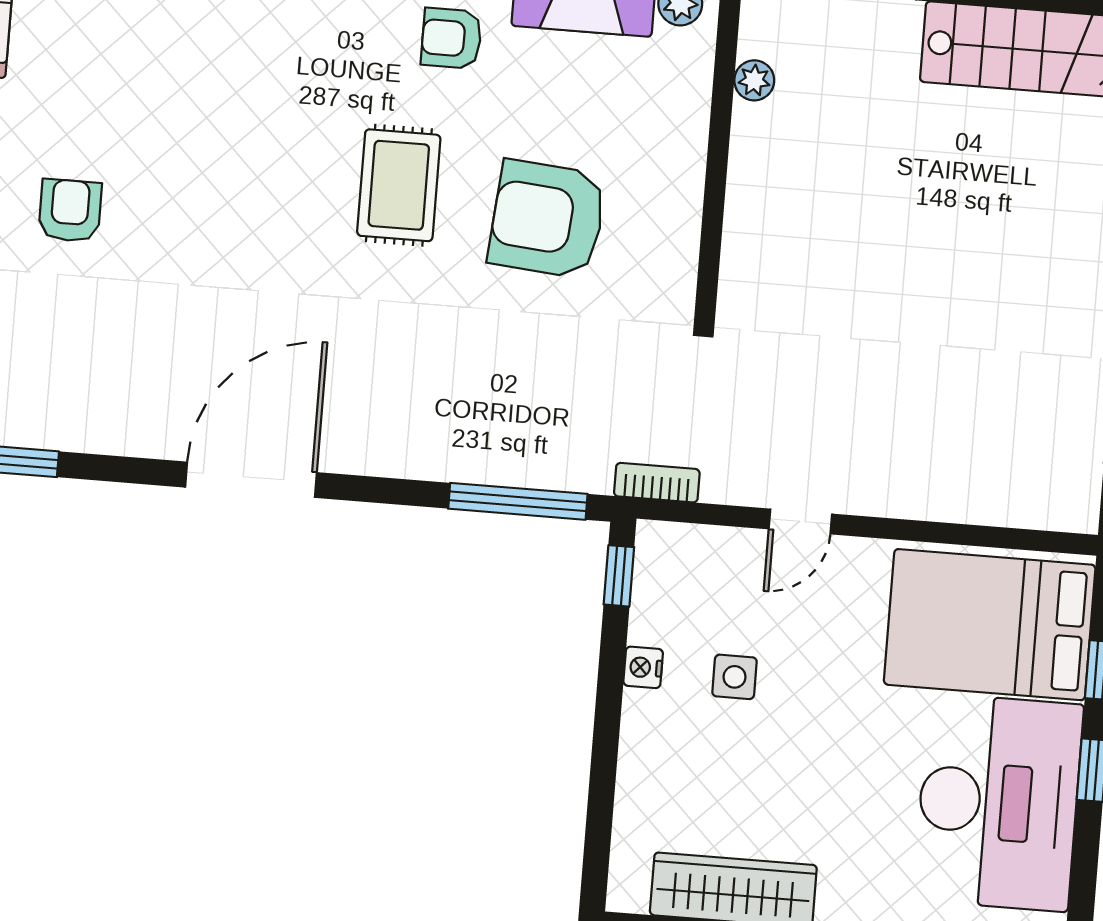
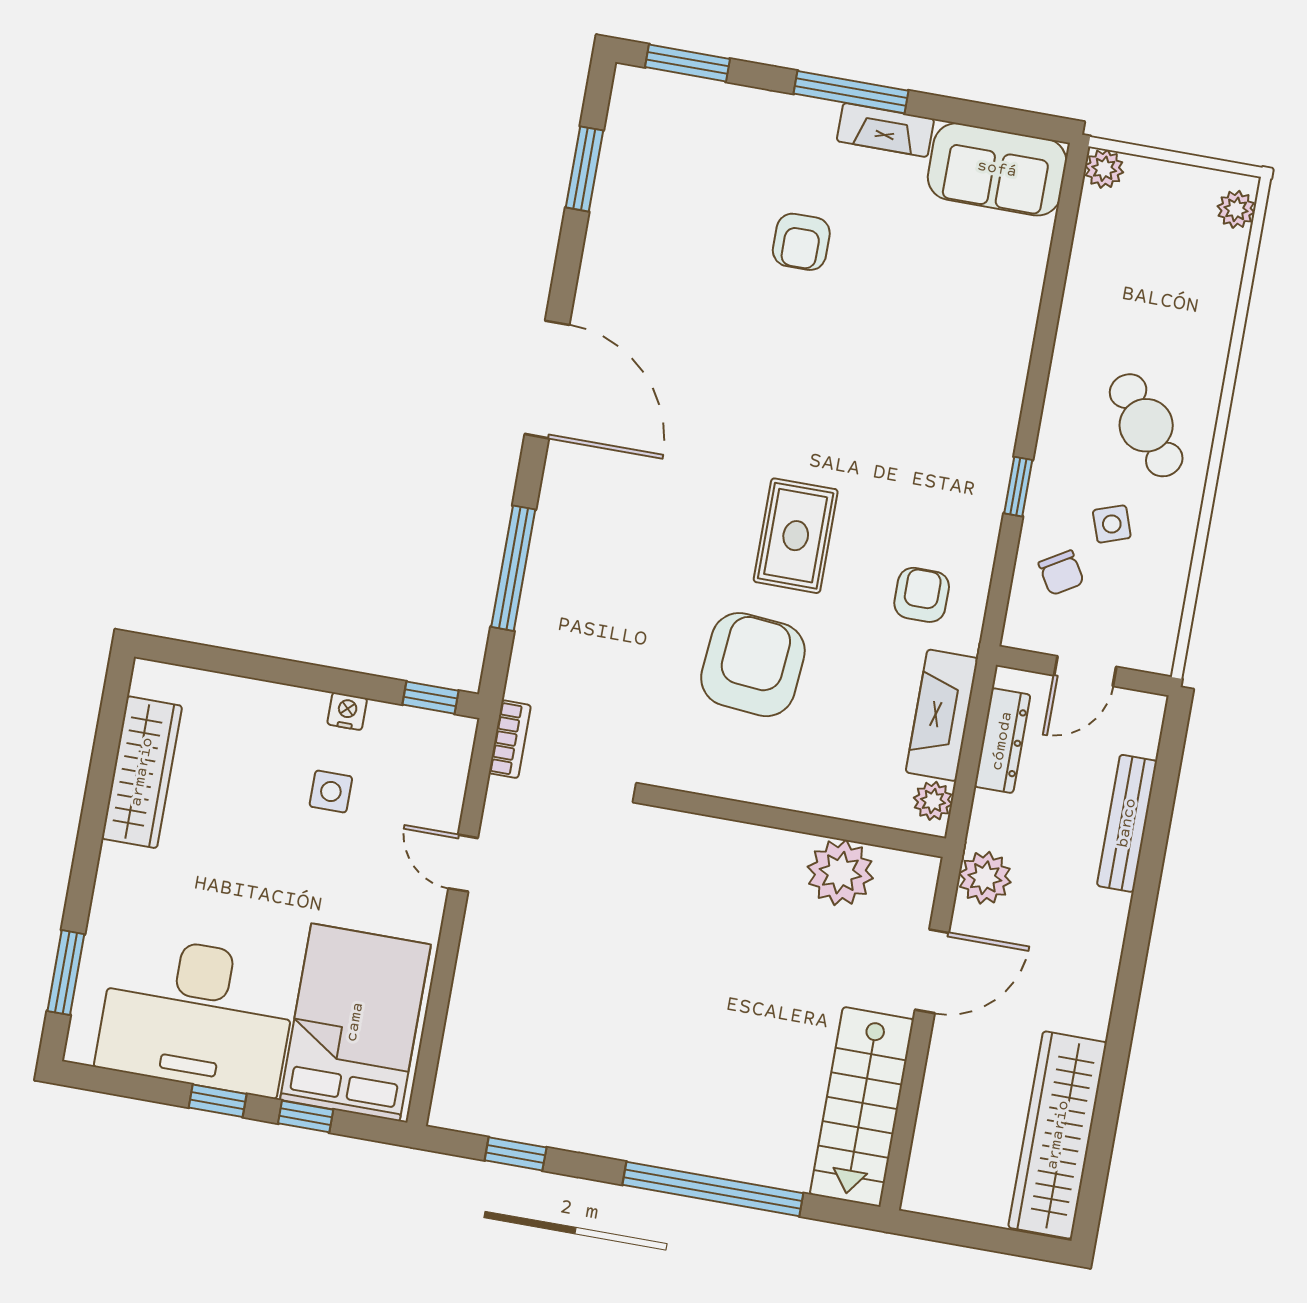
plant: (754, 80) -> (840, 873), width x1.87, depth x1.87
rug: (399, 185) -> (796, 536), turned 90
armchair: (70, 211) -> (801, 242), turned 90
window: (518, 501) -> (513, 568), moved

